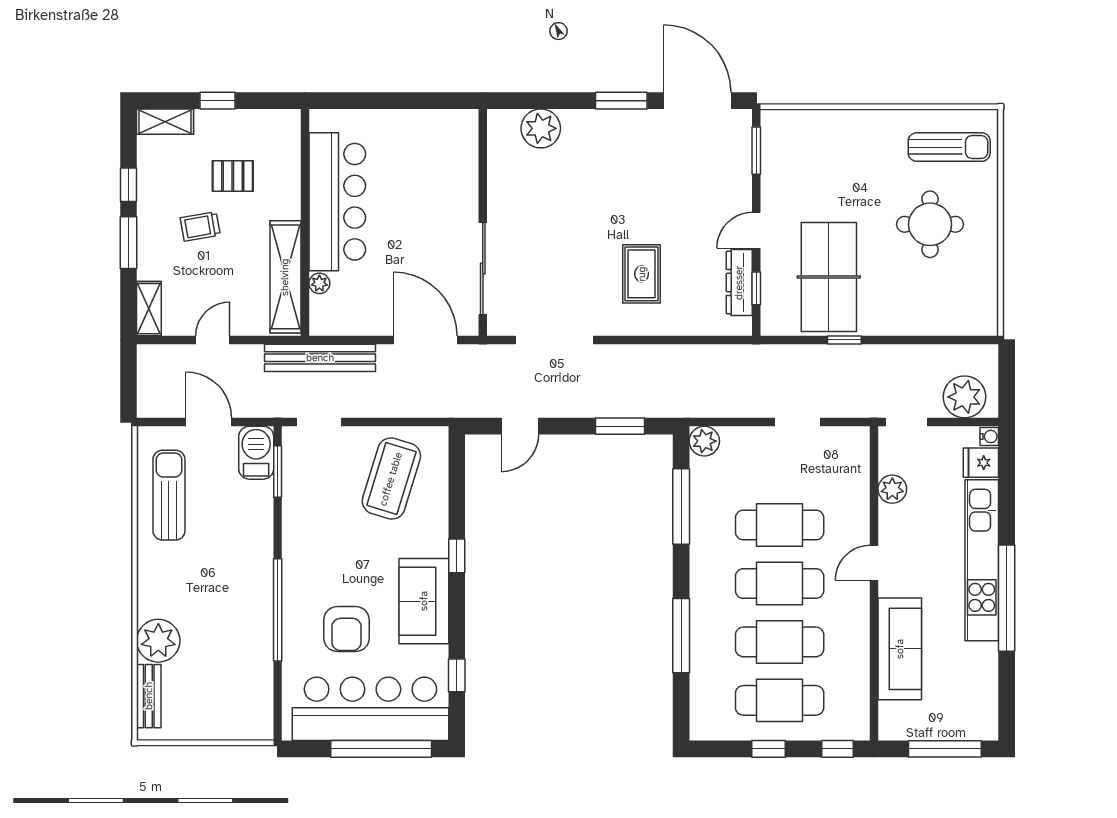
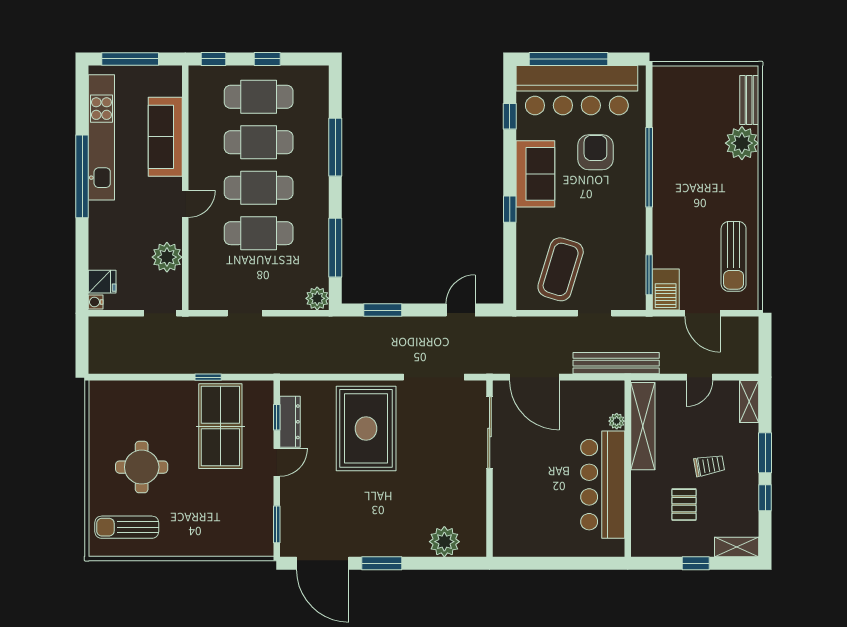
pallet: (233, 176) -> (684, 505), turned 90
rug: (642, 274) -> (366, 428), width x1.86, depth x2.06
plant: (965, 397) -> (115, 333), removed
doorway: (319, 422) -> (595, 313), moved
plant: (892, 489) -> (167, 257), width x1.36, depth x1.36
kitchen unit: (982, 560) -> (101, 137), moved

